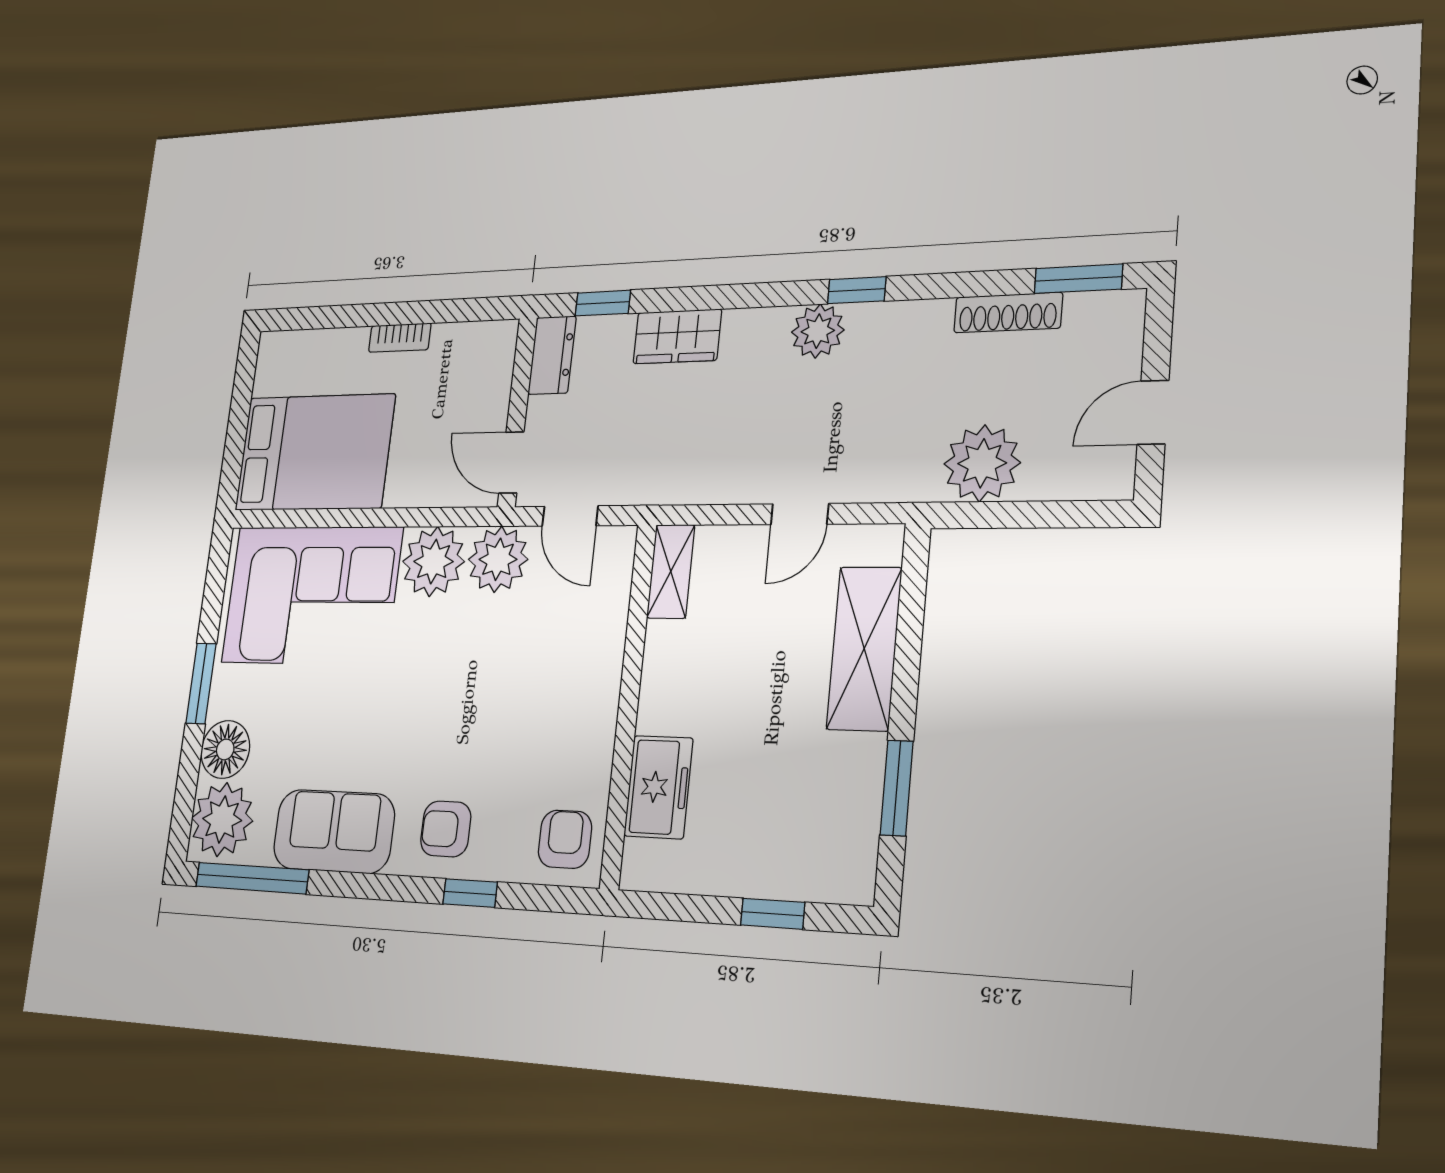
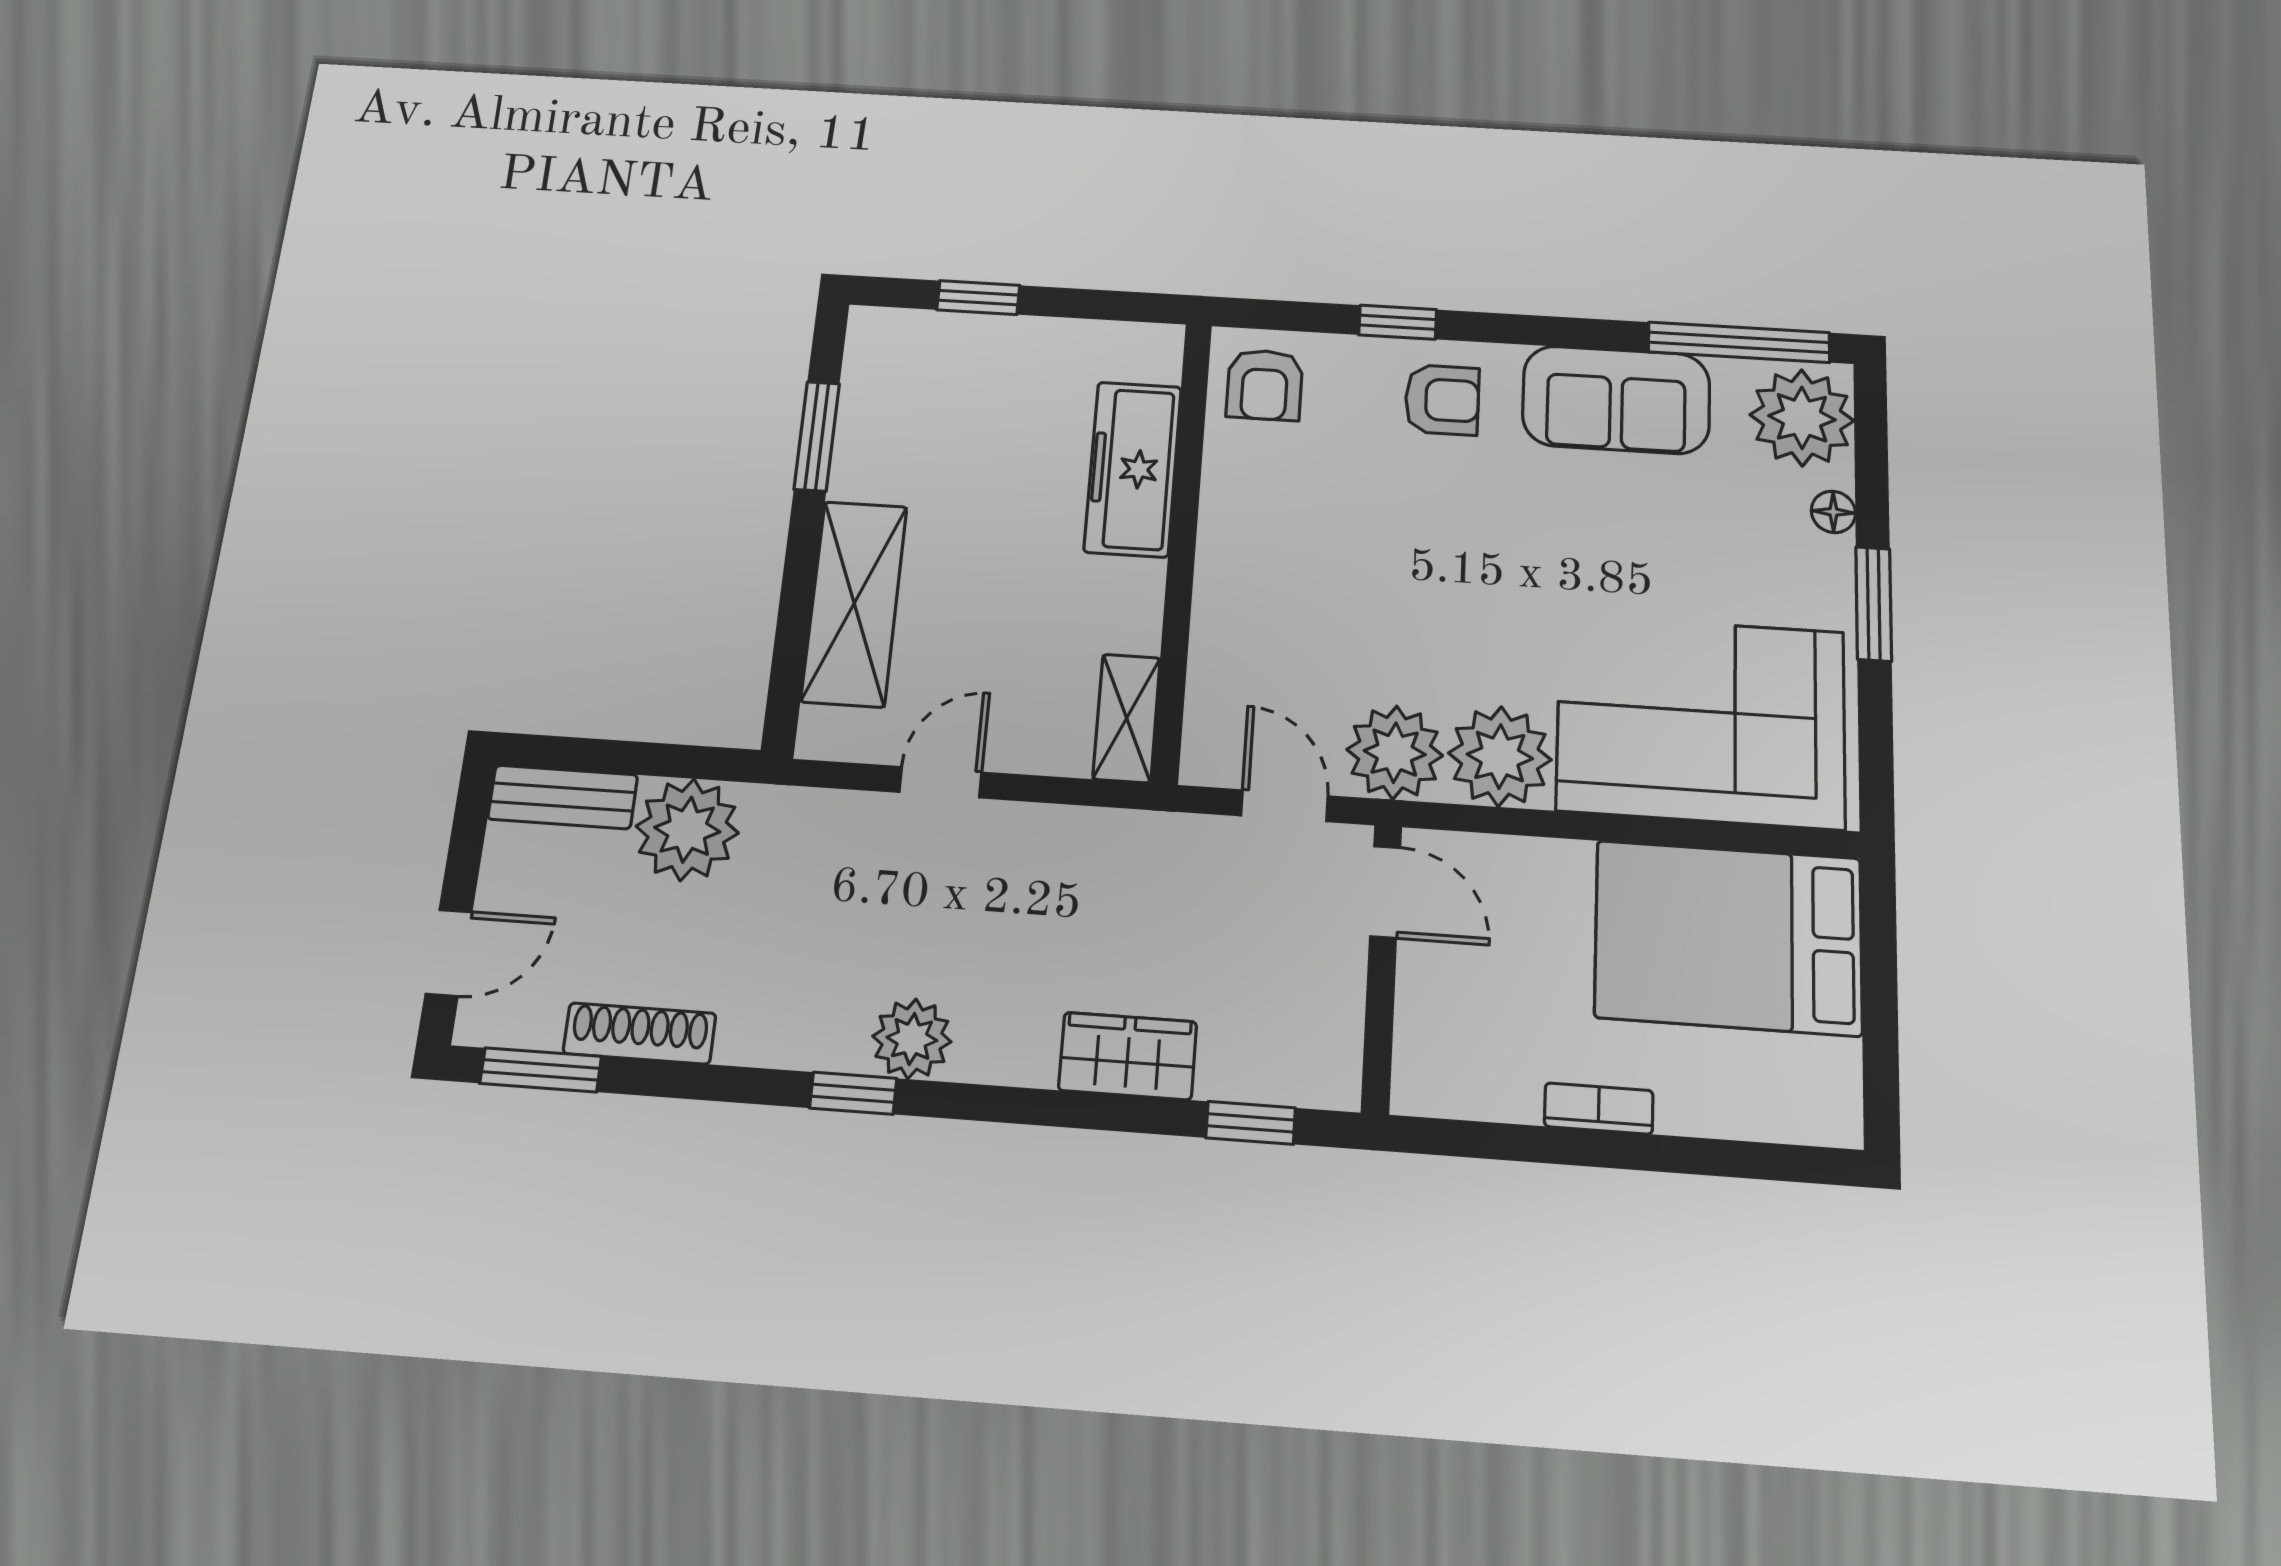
dresser: (552, 355) -> (1330, 1050), removed
door: (1153, 412) -> (449, 953), moved
bench: (1079, 480) -> (563, 797), added
floor lamp: (225, 749) -> (1833, 512), width x0.53, depth x0.53
freezer: (658, 787) -> (1133, 469), width x1.40

